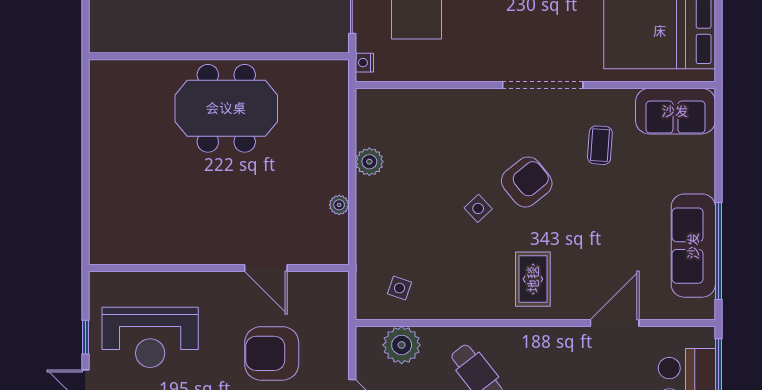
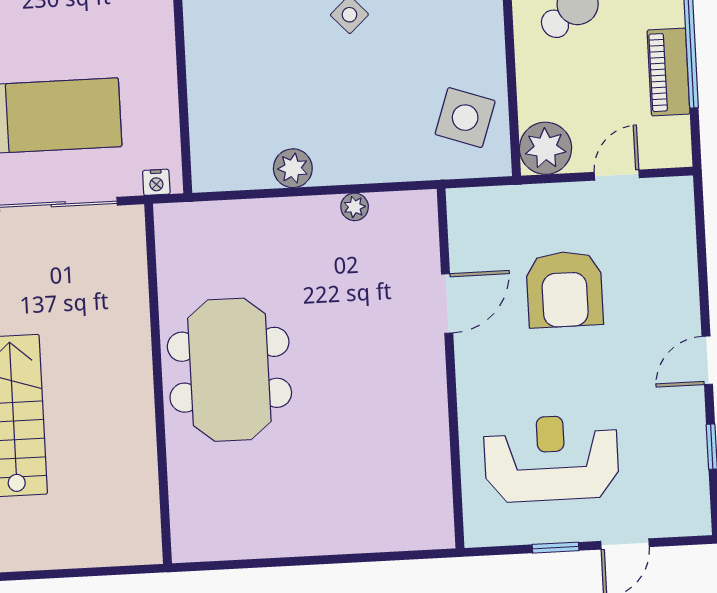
side table: (399, 288) -> (465, 118), width x1.87, depth x1.87
reception desk: (150, 337) -> (551, 458), turned -90
plant: (402, 345) -> (546, 148), moved

